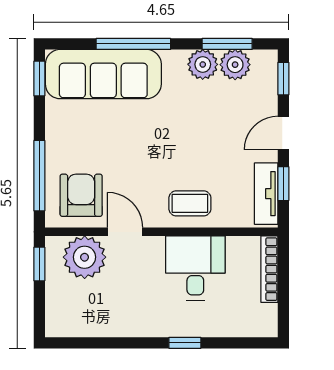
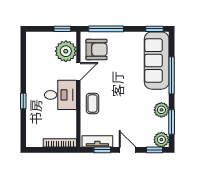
plant: (235, 65) -> (161, 140), moved
desk: (195, 268) -> (60, 95), moved

